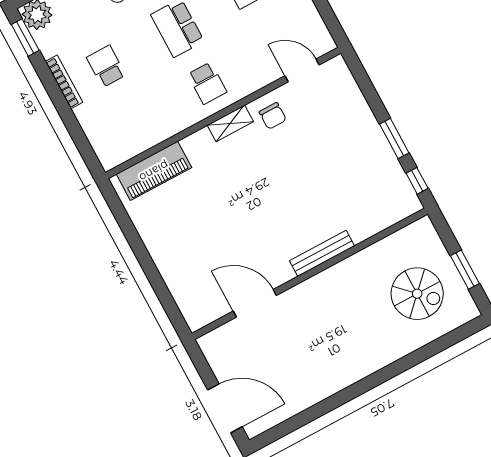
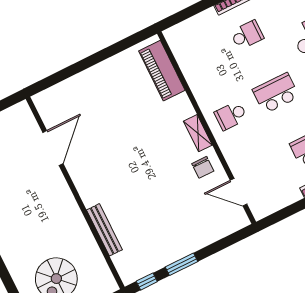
door: (302, 70) -> (239, 192), swing flipped
chair: (273, 116) -> (203, 167), turned -90
bench: (322, 253) -> (104, 230), moved

